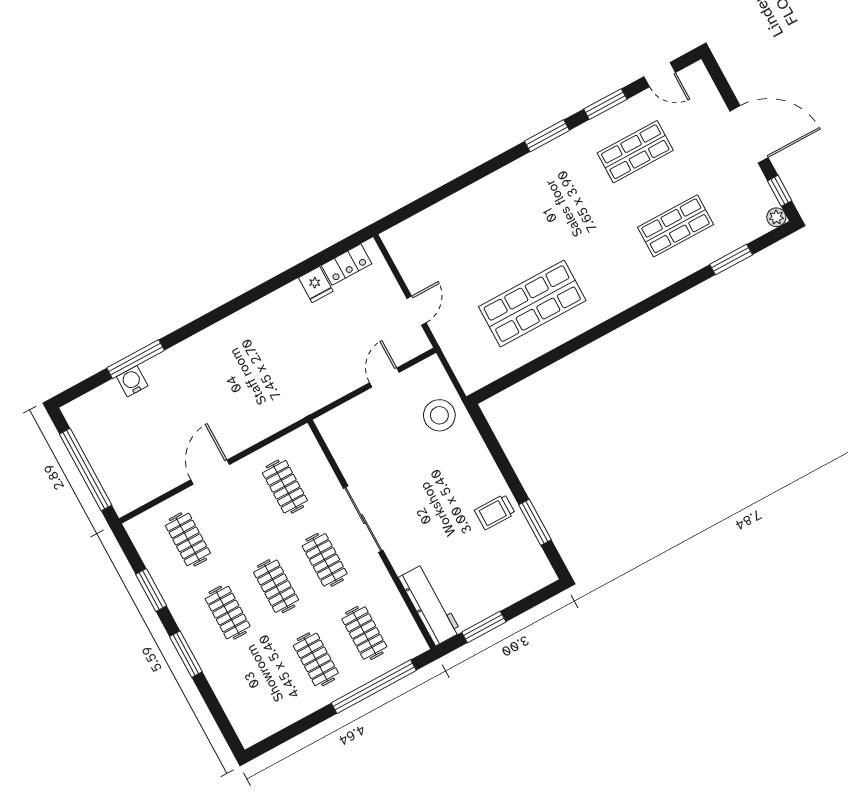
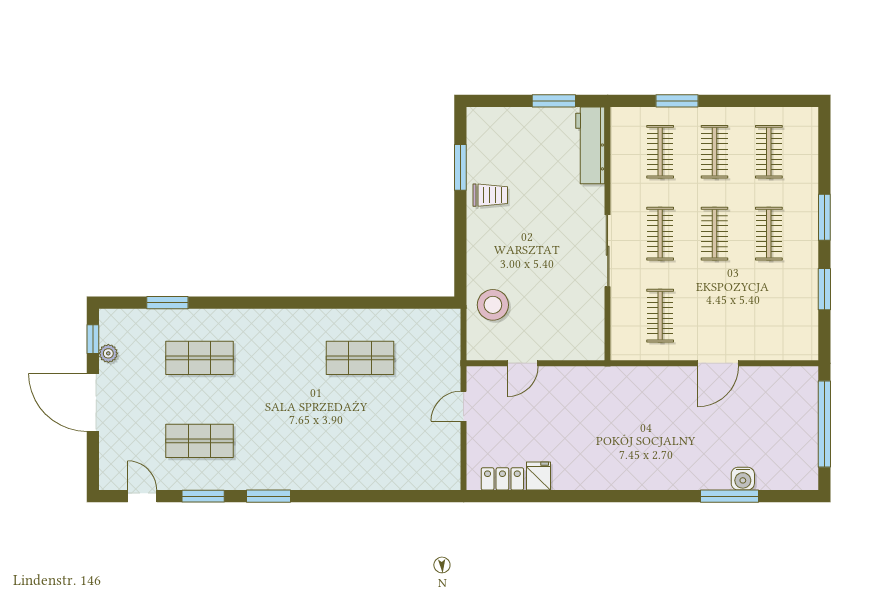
plant: (776, 217) -> (108, 353), moved
shop shelf: (532, 304) -> (360, 358), width x0.70, depth x0.74
clothes rail: (188, 539) -> (769, 152), moved
window: (374, 687) -> (677, 101), width x0.47

